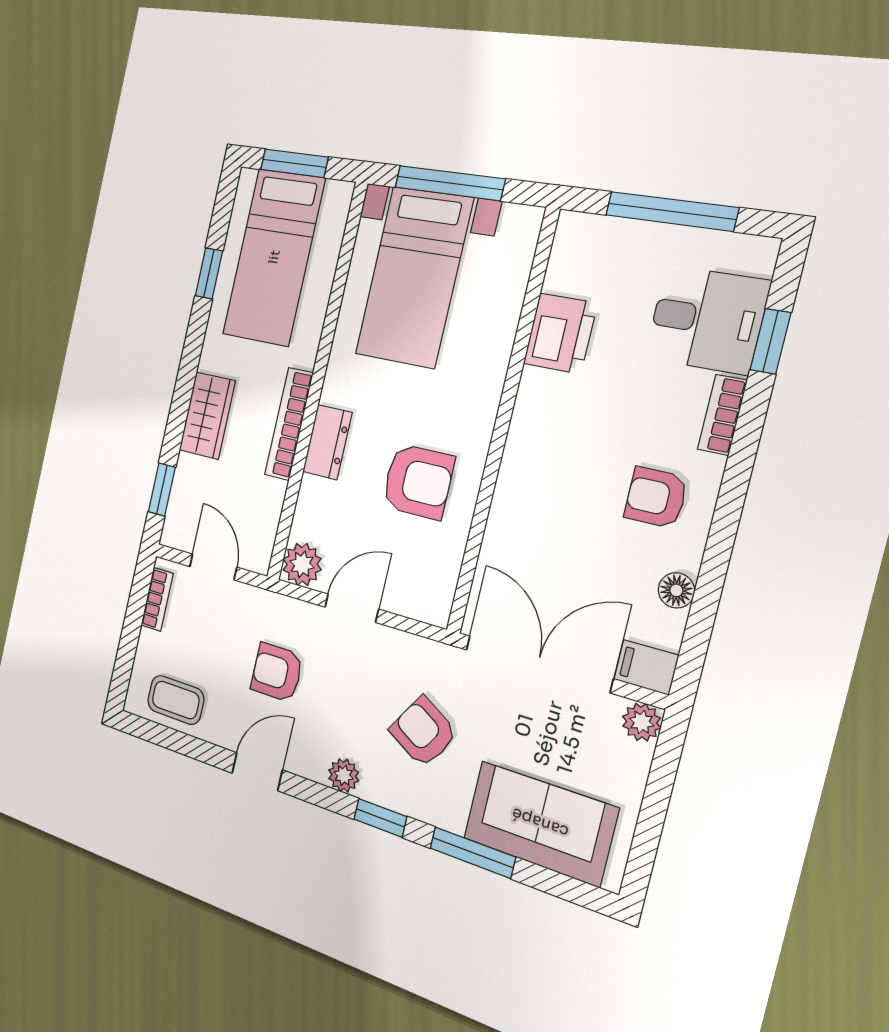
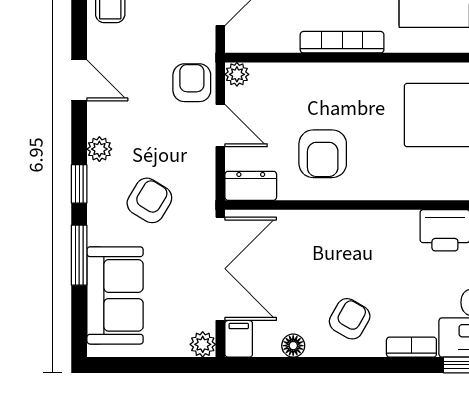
dresser: (327, 442) -> (251, 186), moved, turned 180
armchair: (656, 497) -> (350, 319), turned 30
plant: (302, 564) -> (237, 74), width x0.73, depth x0.73
armchair: (277, 672) -> (192, 83), moved

